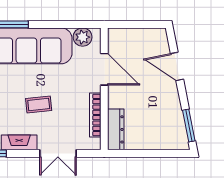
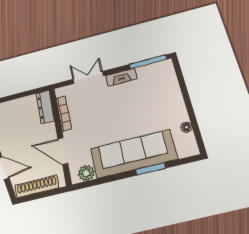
shoe rack: (141, 35) -> (37, 186), added
coffee table: (39, 104) -> (112, 110), removed

